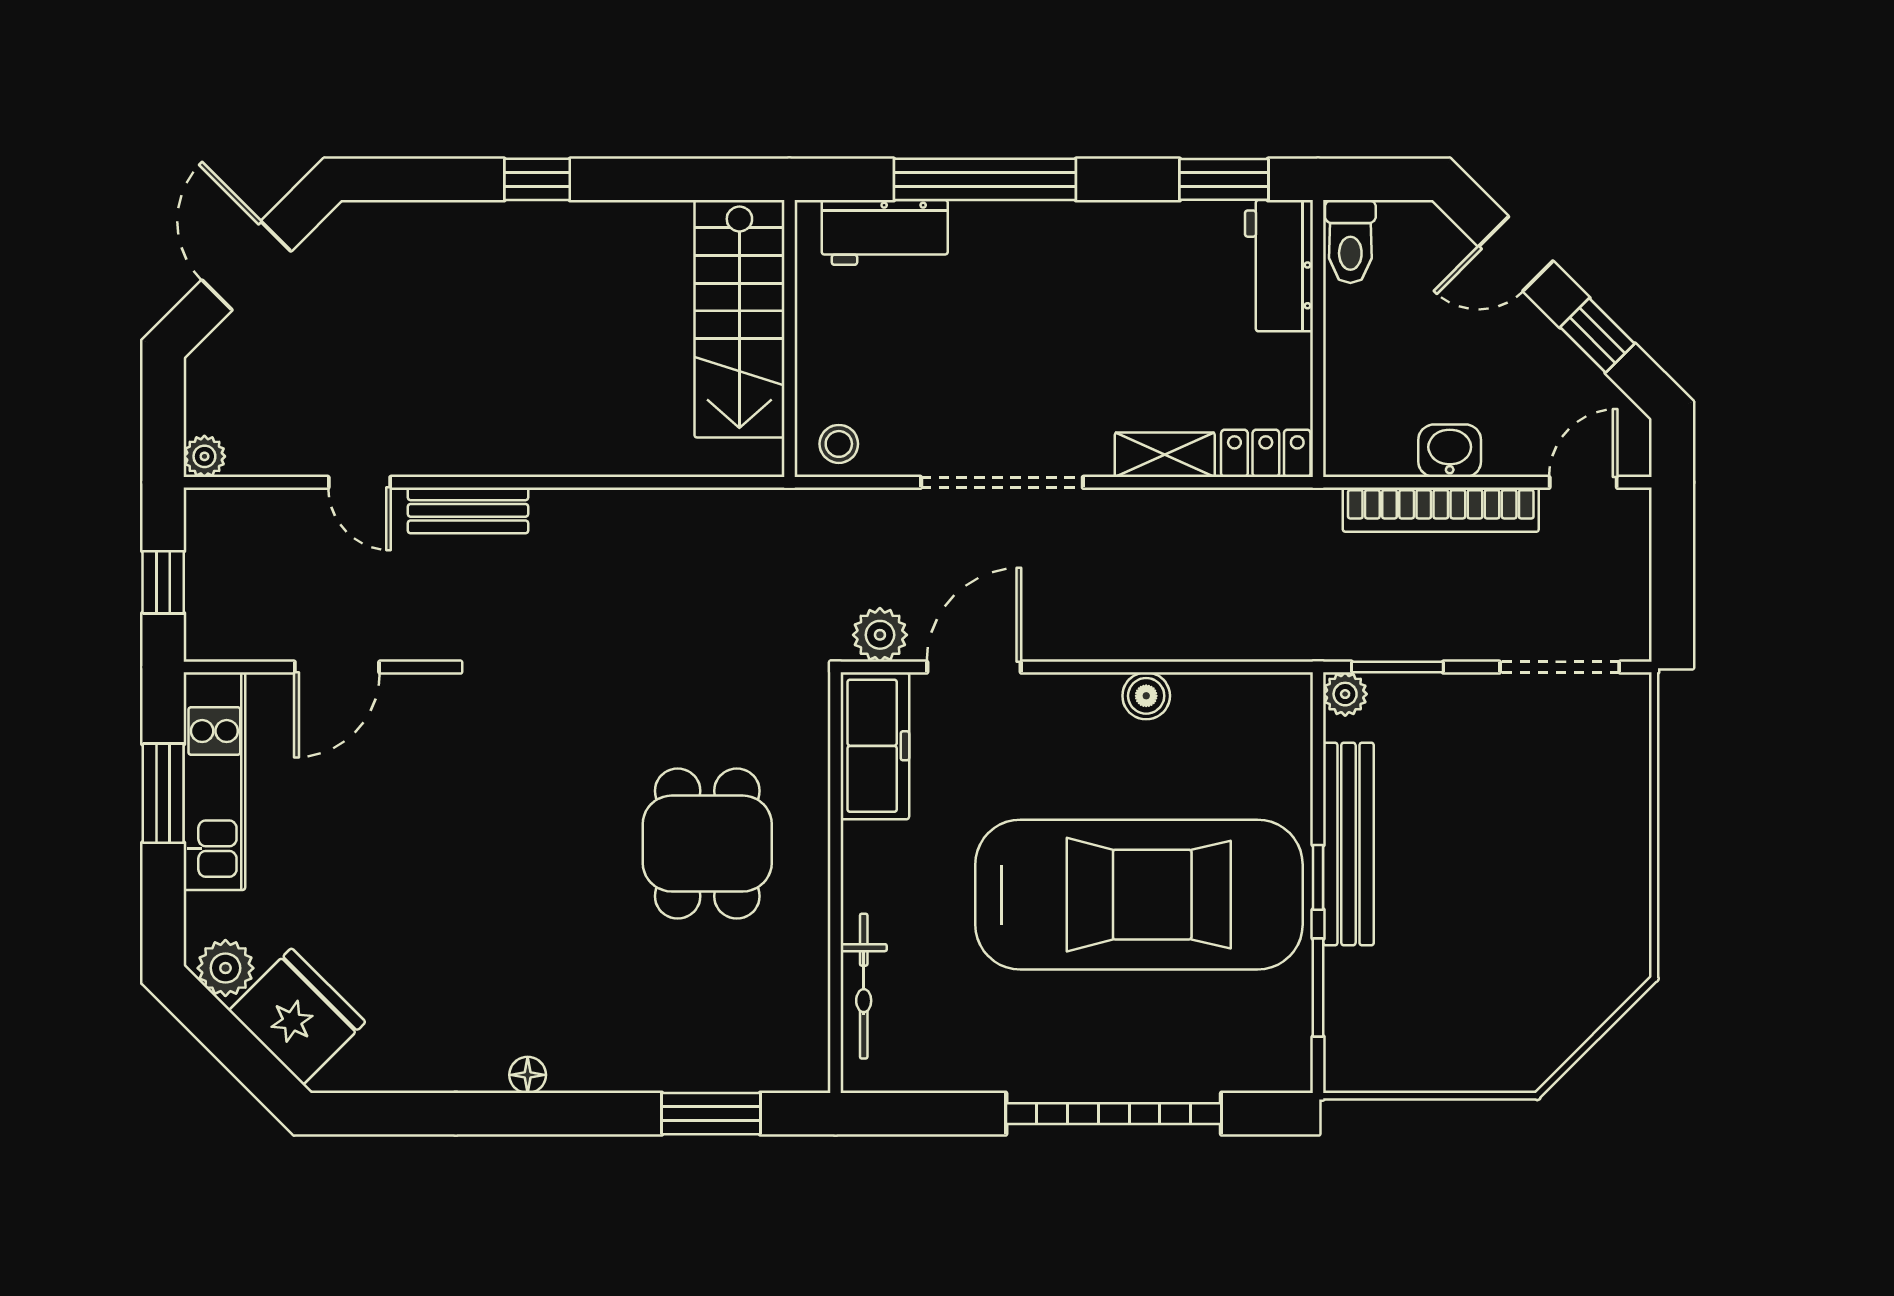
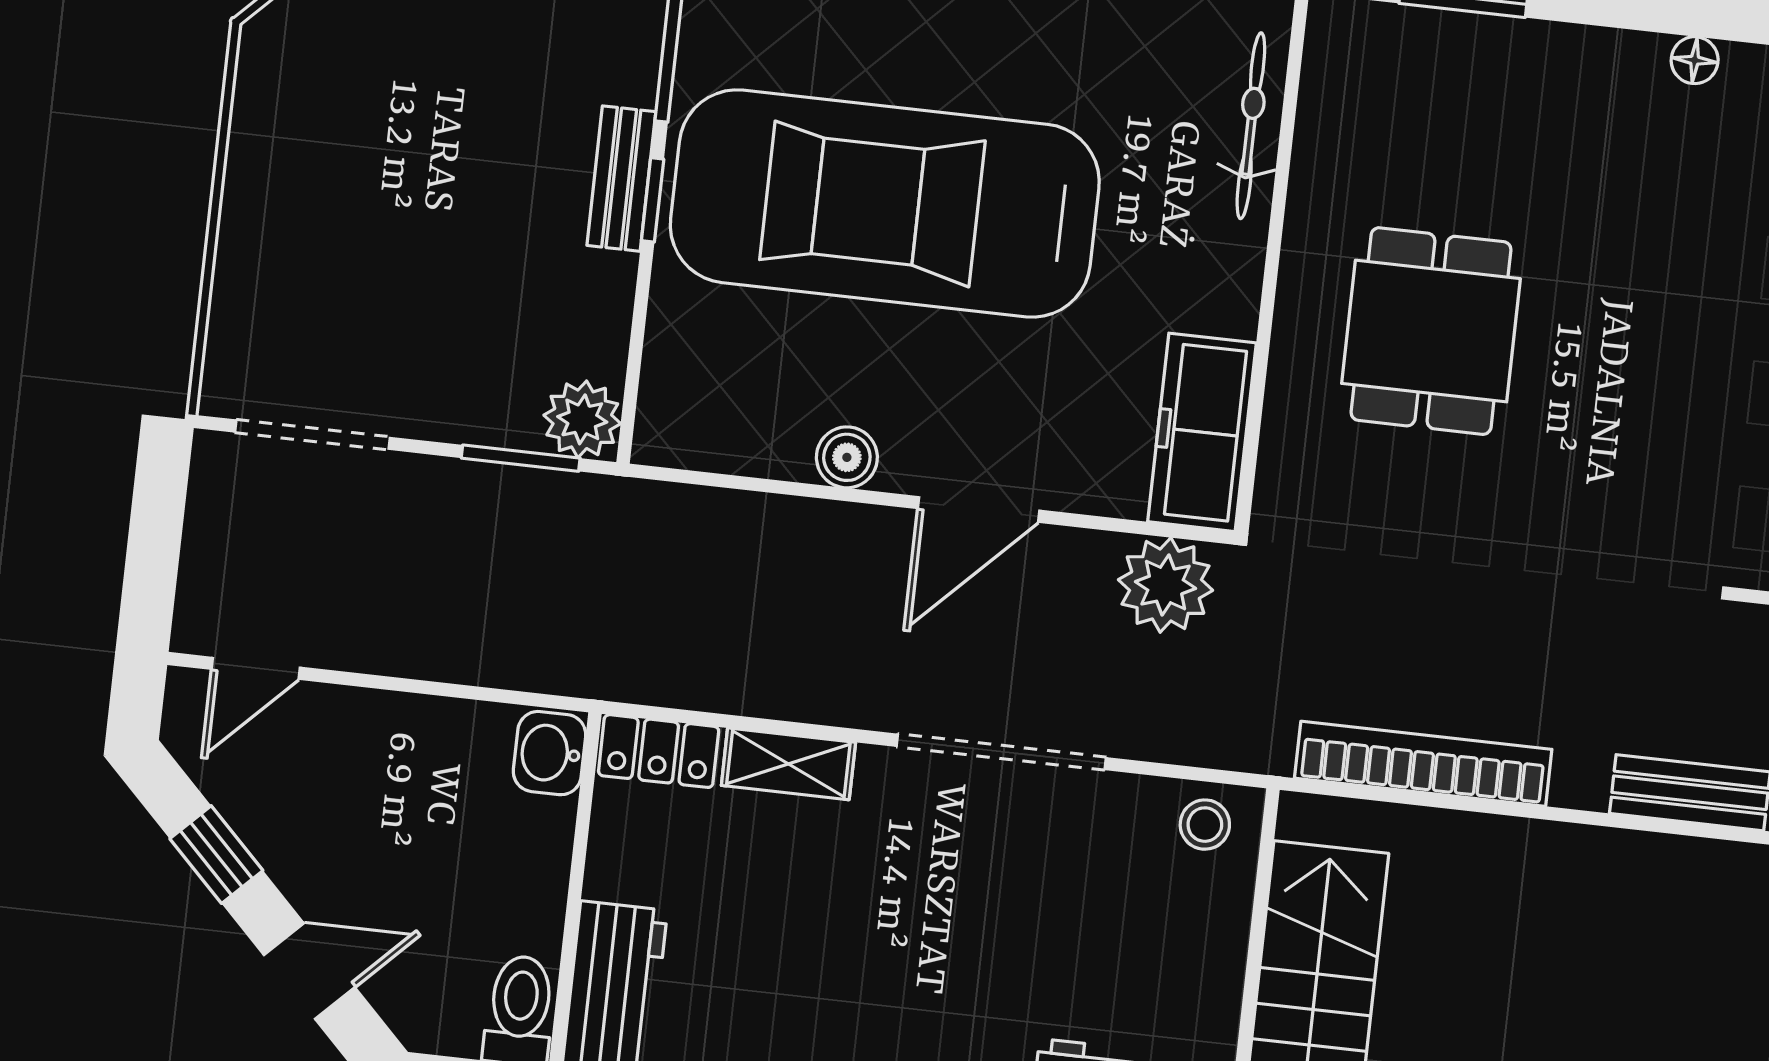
washbasin: (1450, 451) -> (550, 753), moved, turned 90
bookcase: (1441, 510) -> (1423, 764), moved
plant: (880, 635) -> (1165, 585), width x1.36, depth x1.36
door: (974, 667) -> (979, 509), moved
plant: (1345, 694) -> (582, 419), width x1.38, depth x1.38
bench: (1348, 844) -> (621, 179), width x0.54, depth x0.82

